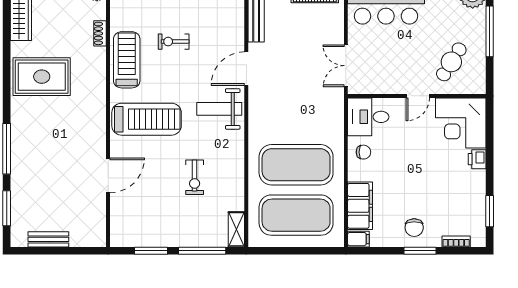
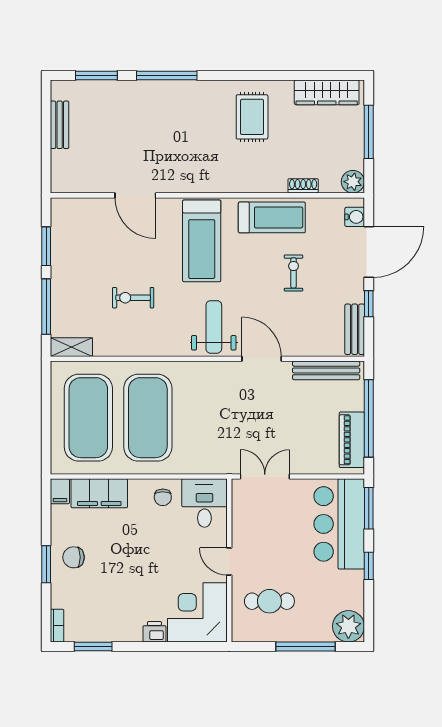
cafe table: (451, 62) -> (269, 601), turned -32
rug: (42, 77) -> (252, 117), width x0.73, depth x0.70
bookcase: (456, 242) -> (57, 626), moved

